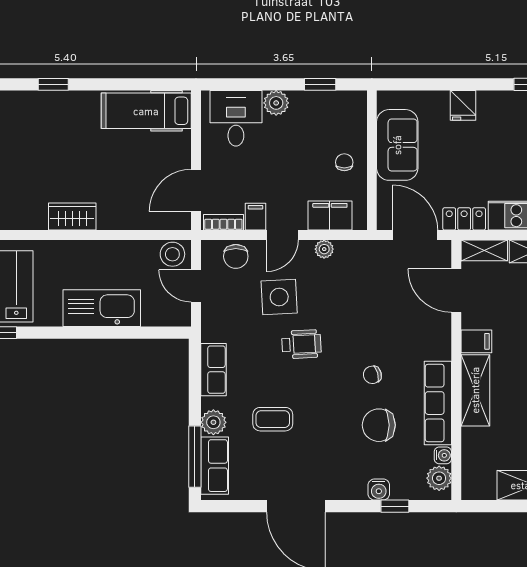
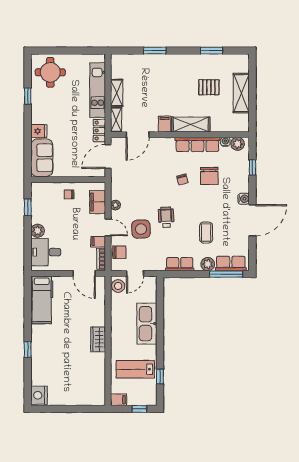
sofa: (397, 145) -> (42, 158), moved, turned 90
water cooler: (379, 490) -> (244, 199), moved

